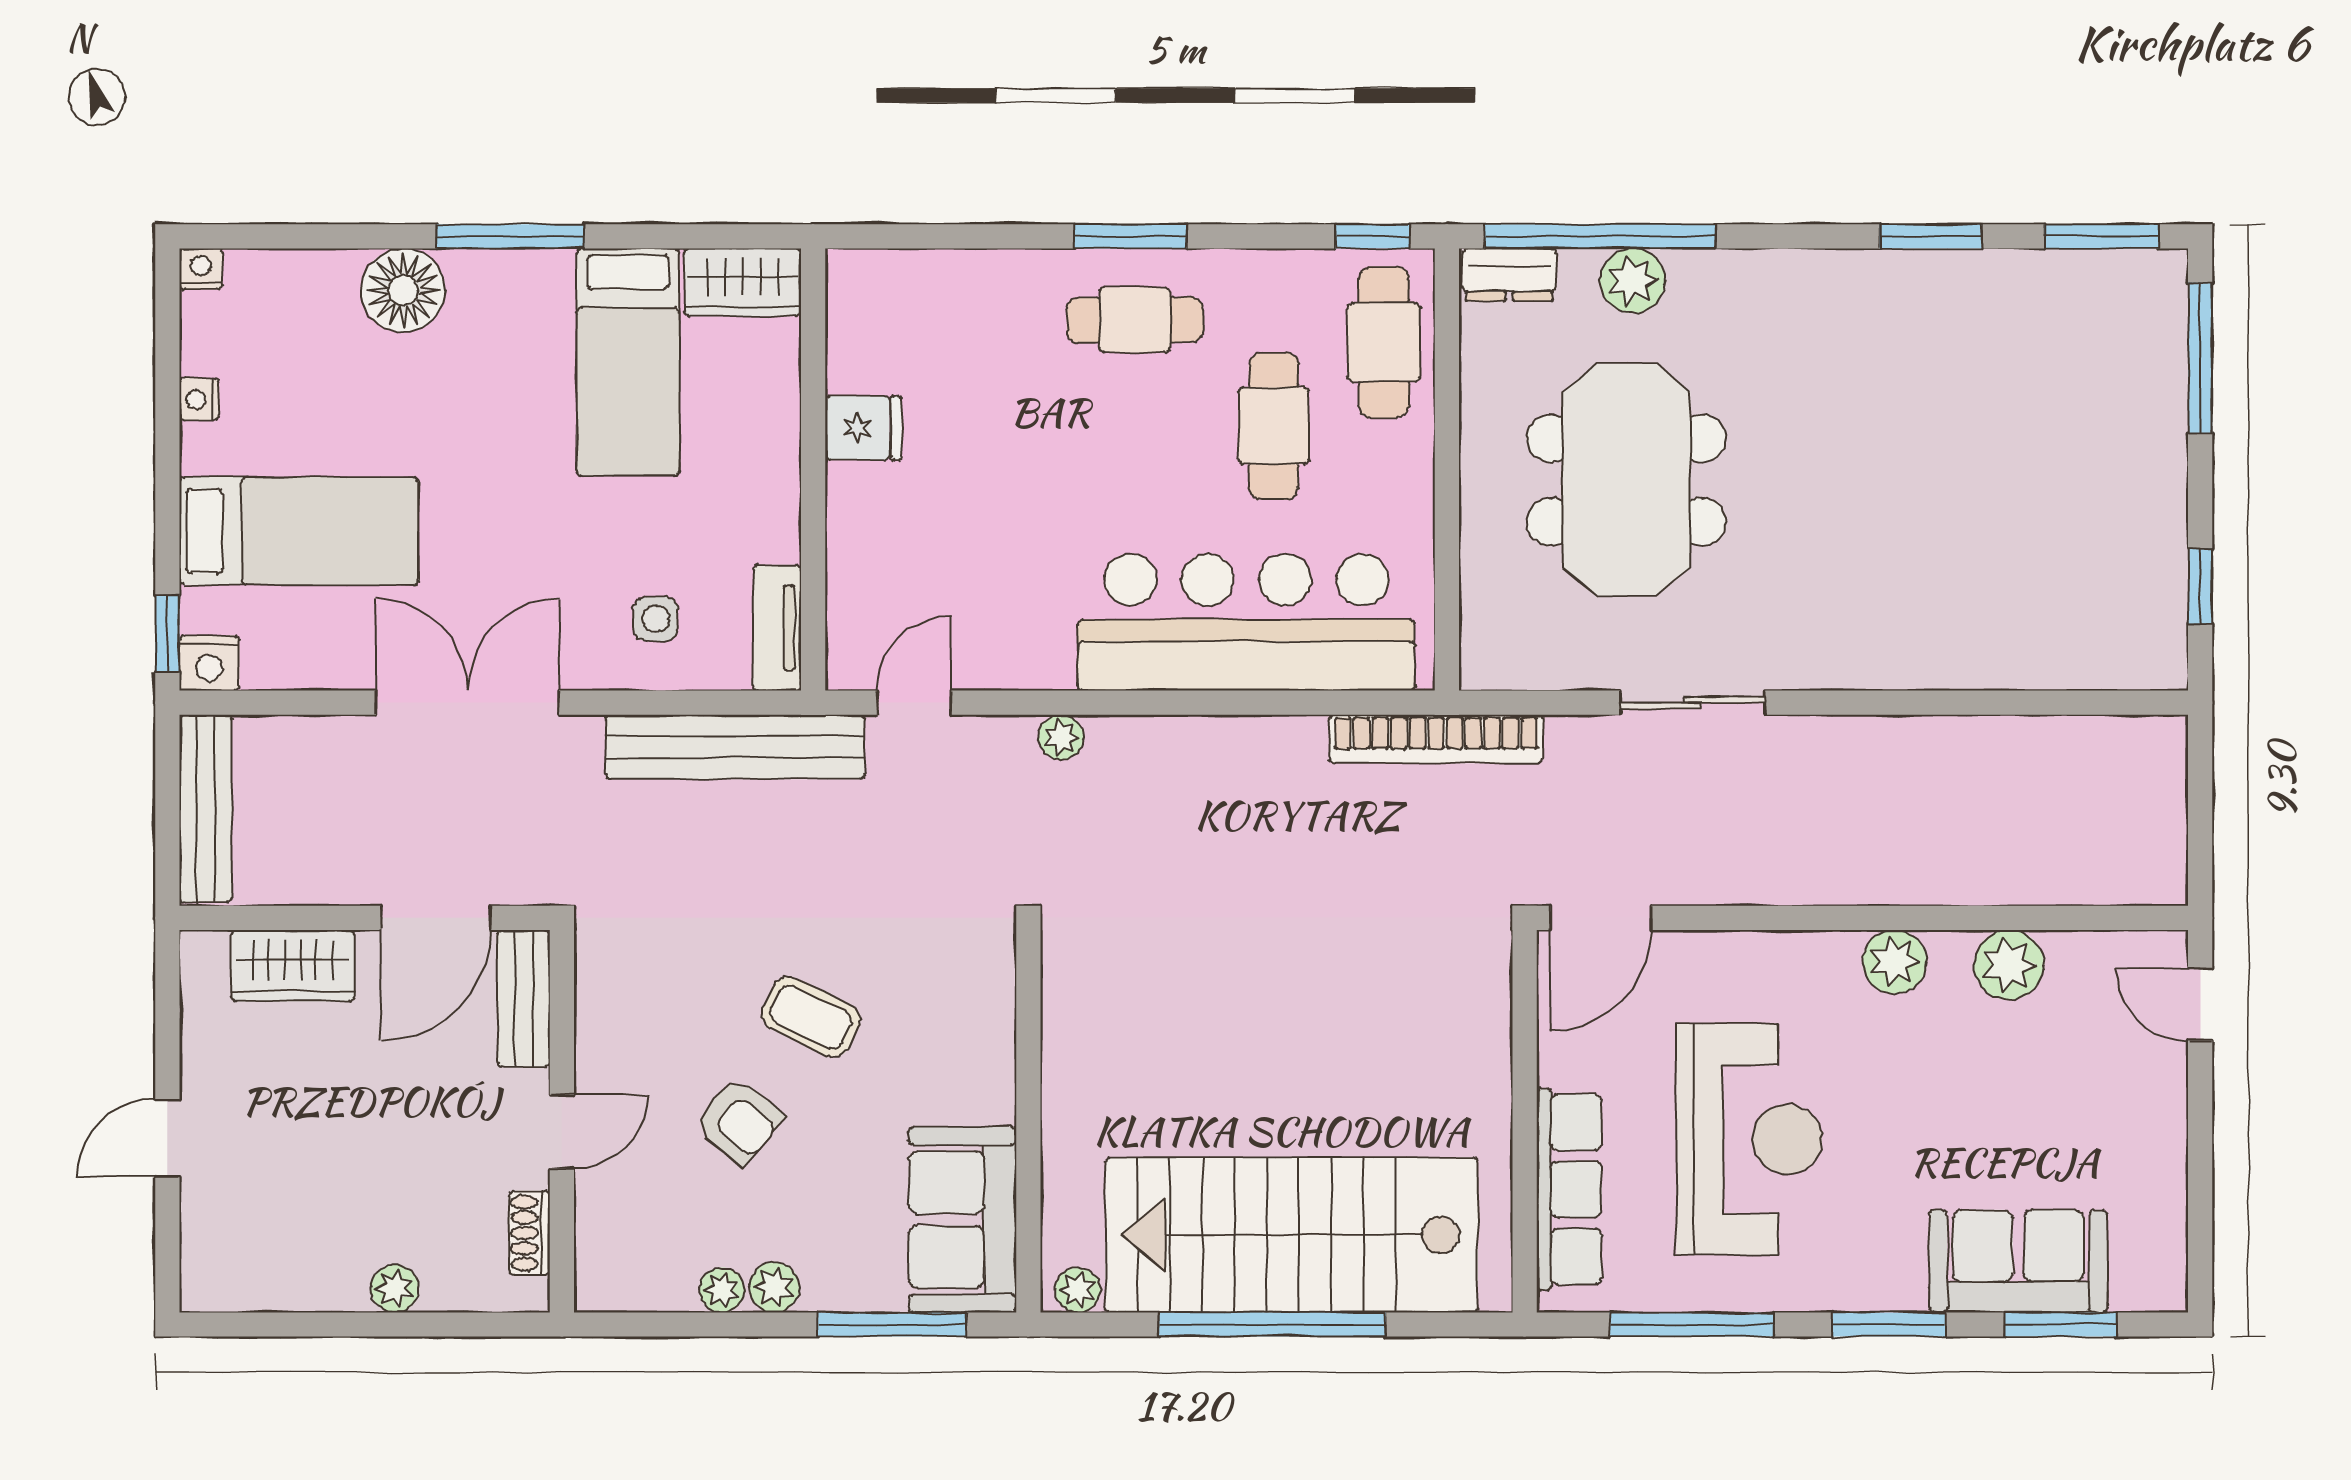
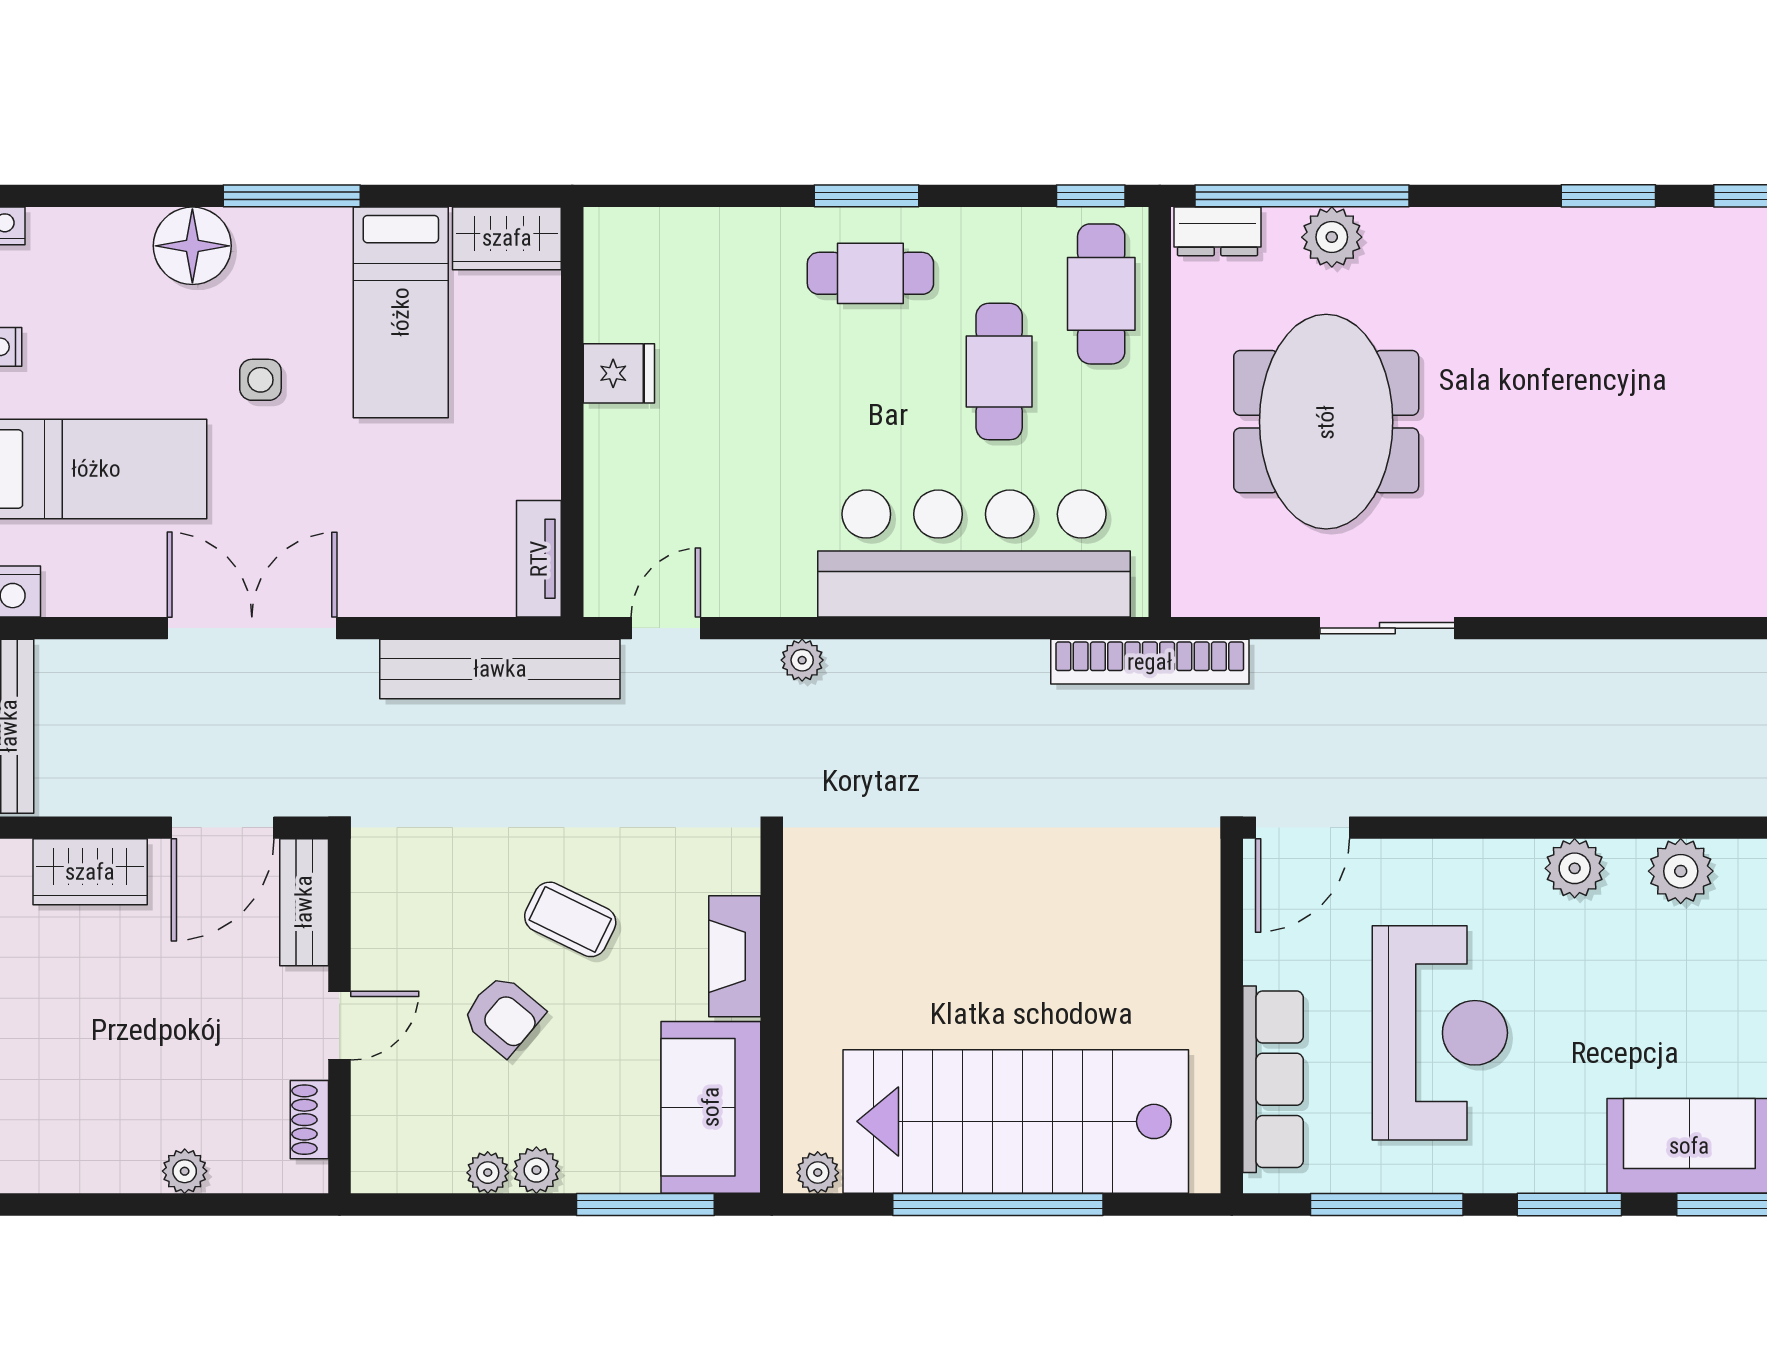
side table: (656, 619) -> (260, 380), moved
fireplace: (988, 1057) -> (735, 956), added

